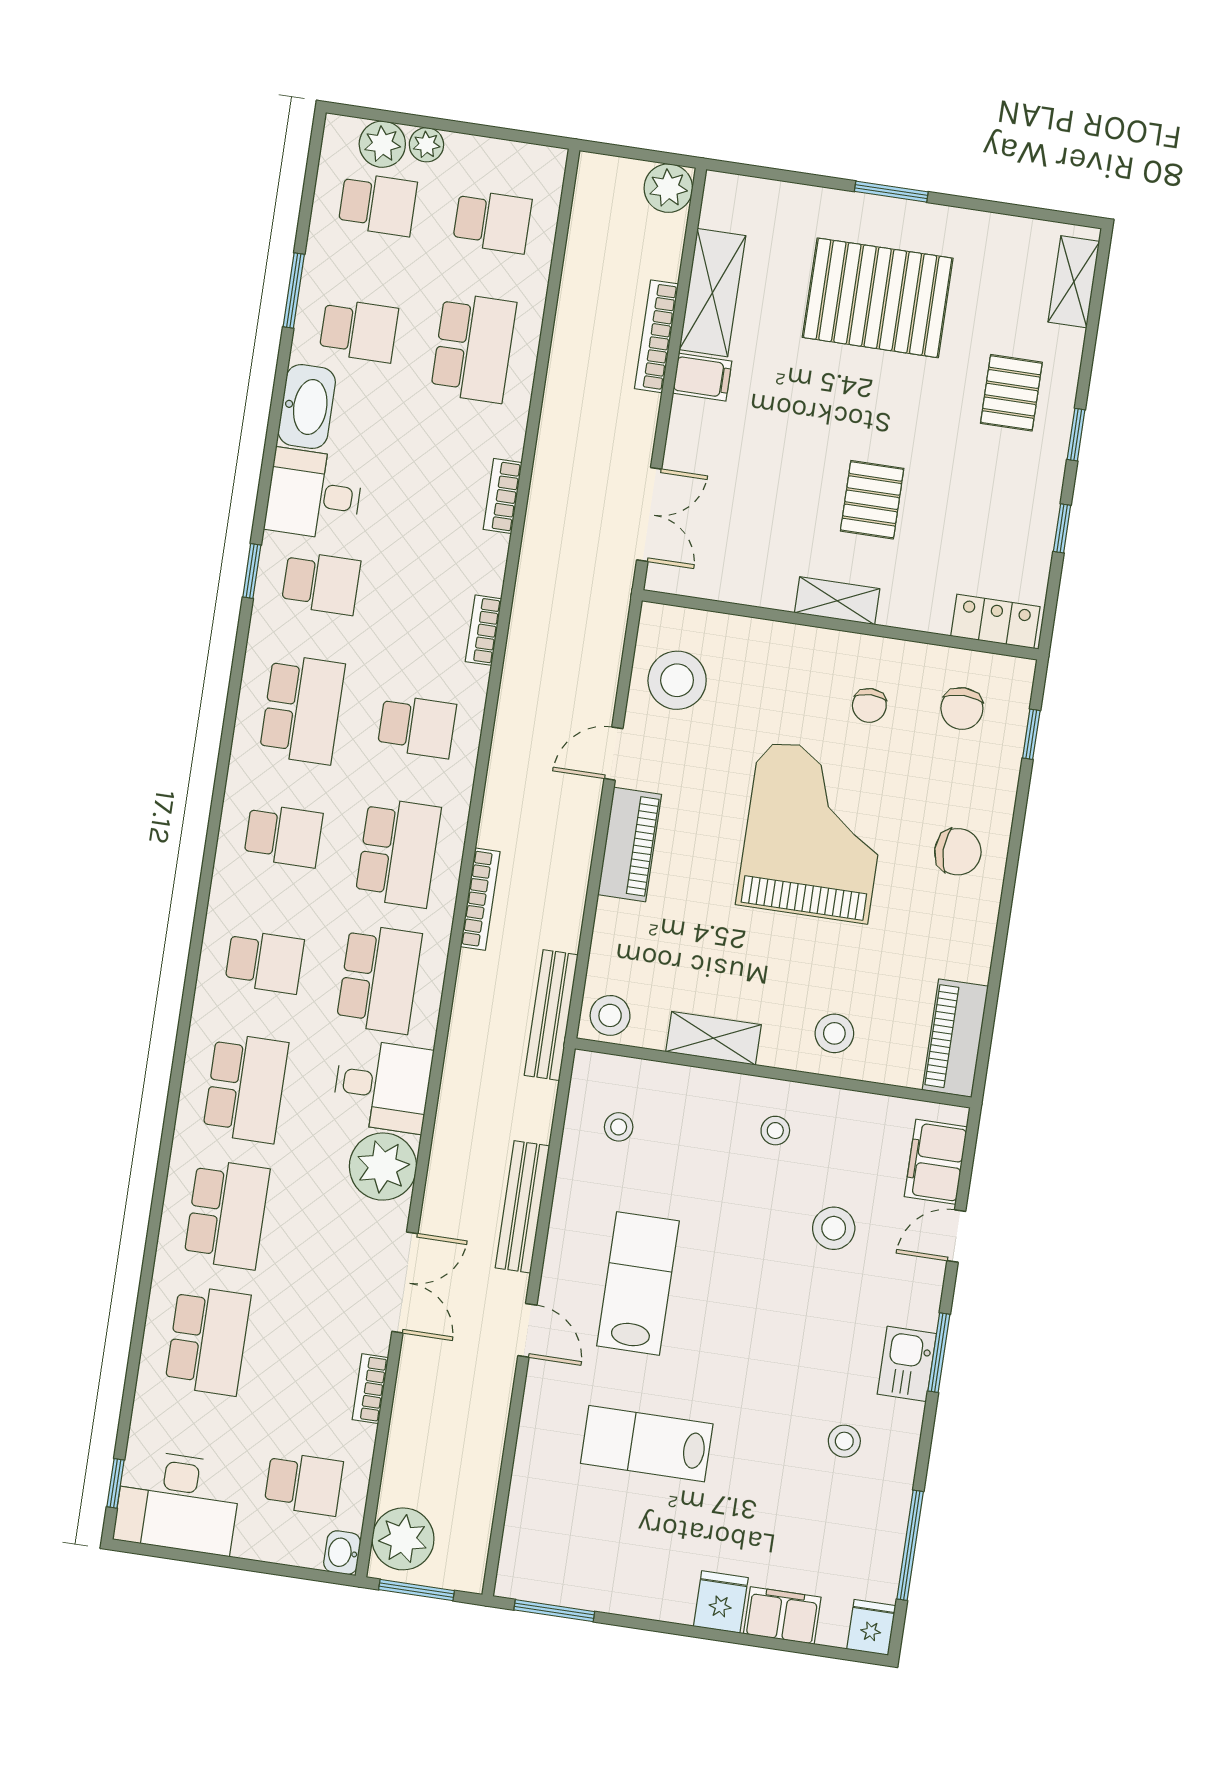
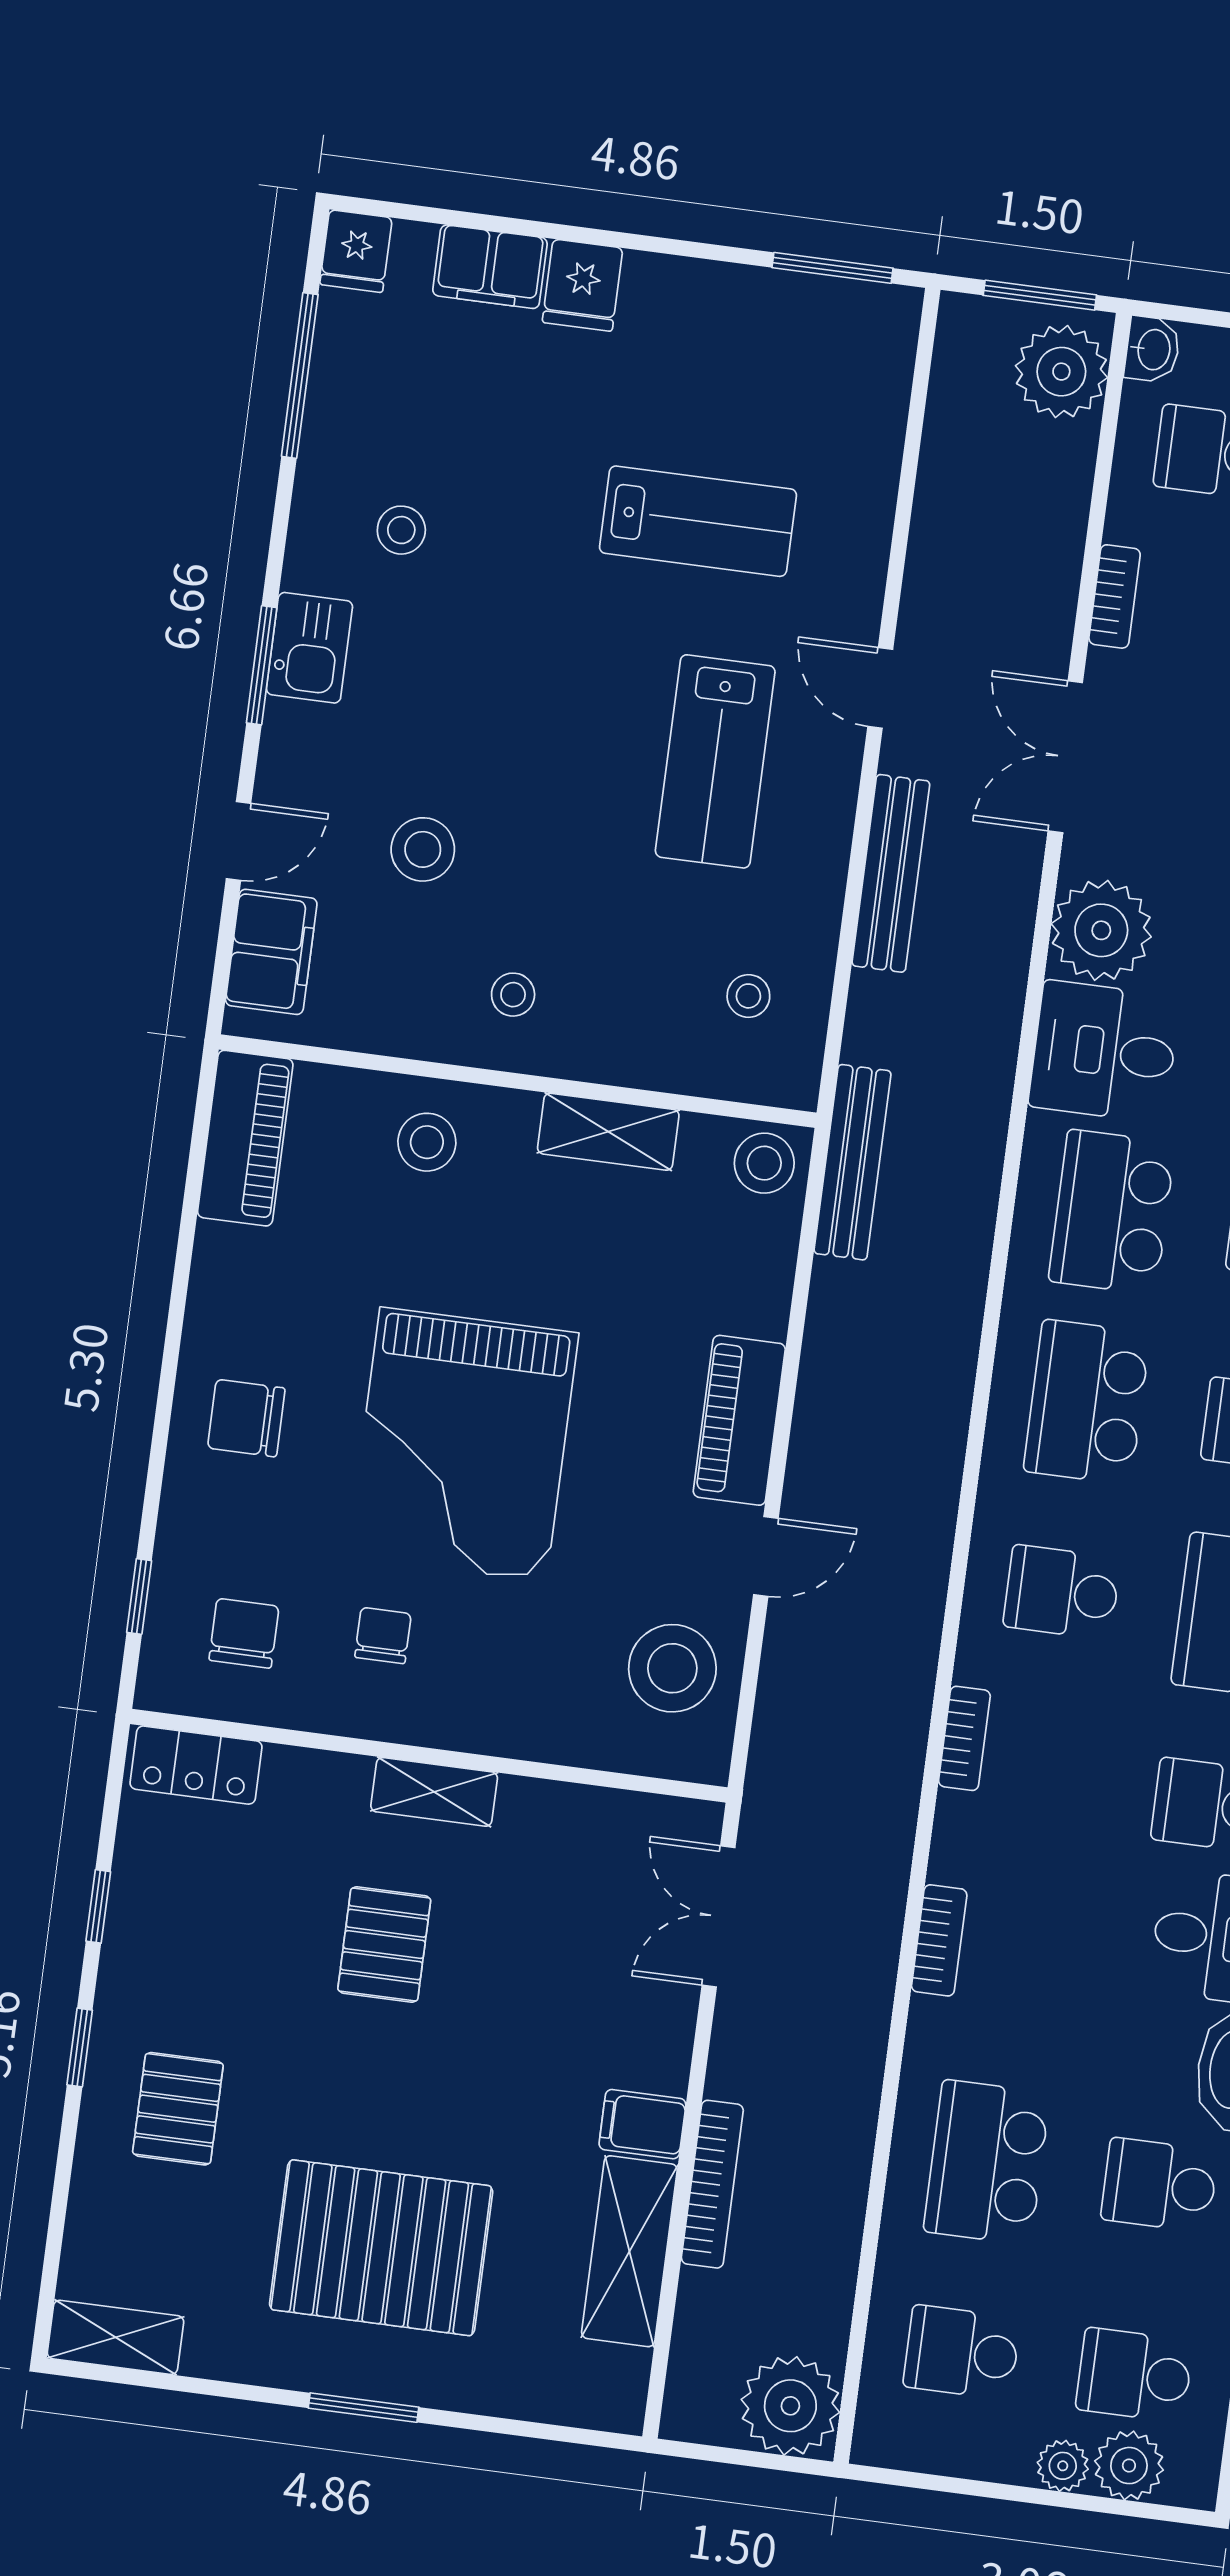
plant: (668, 188) -> (790, 2406), moved, width x1.36, depth x1.36
shelving: (1074, 282) -> (116, 2337), moved, turned 90
bookcase: (480, 899) -> (962, 1334), removed

